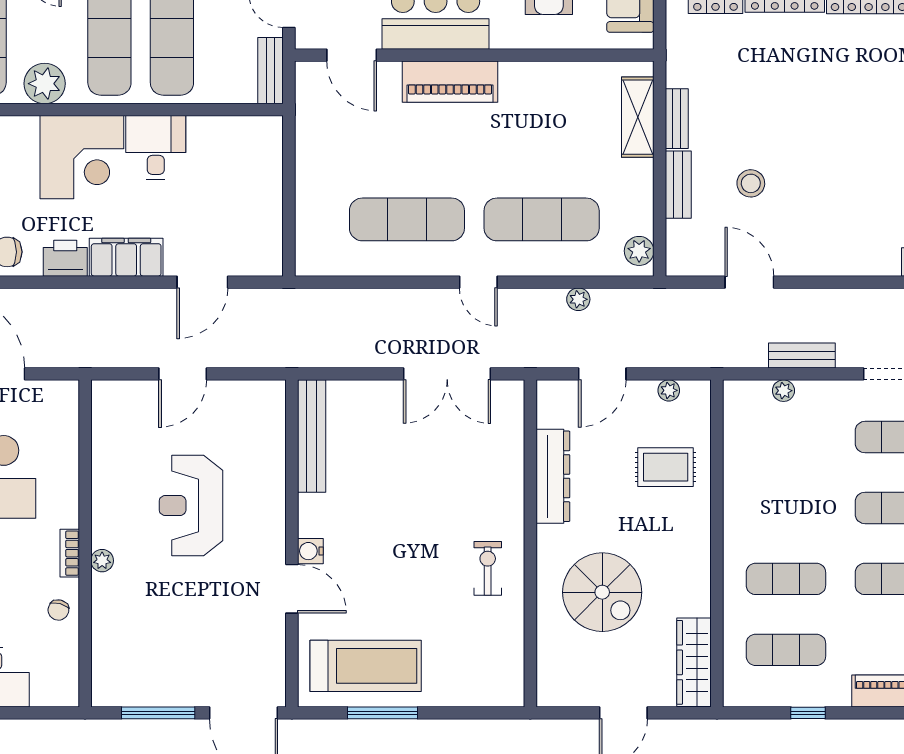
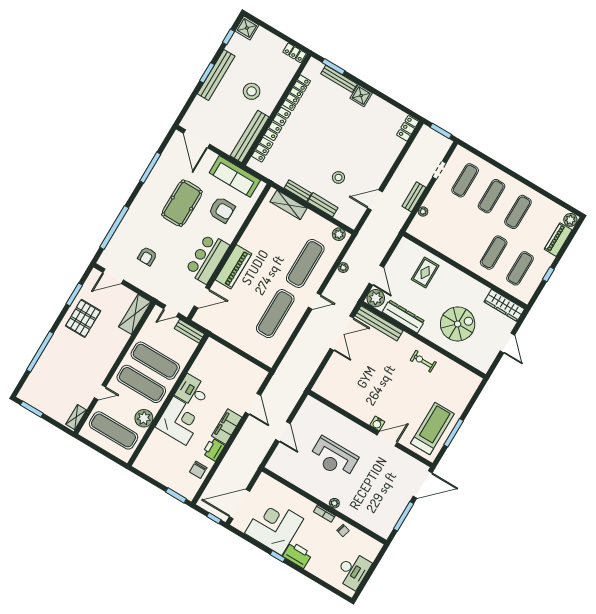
plant: (669, 390) -> (376, 298), moved, width x1.88, depth x1.88
bench: (312, 436) -> (379, 323), moved

